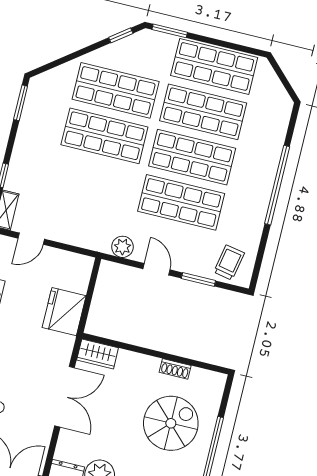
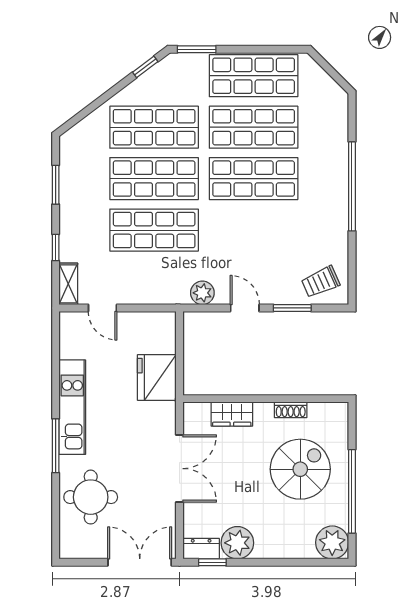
window: (21, 103) -> (56, 185), moved
shop shelf: (181, 202) -> (154, 230), moved
door: (31, 239) -> (103, 308), hinge flipped
trolley: (229, 263) -> (321, 282), turned -125
wardrobe: (98, 354) -> (232, 414), moved

